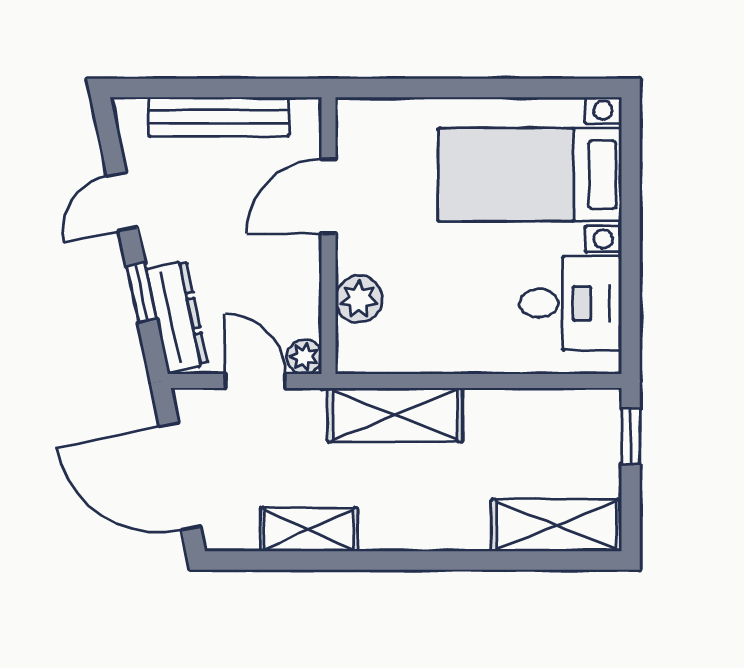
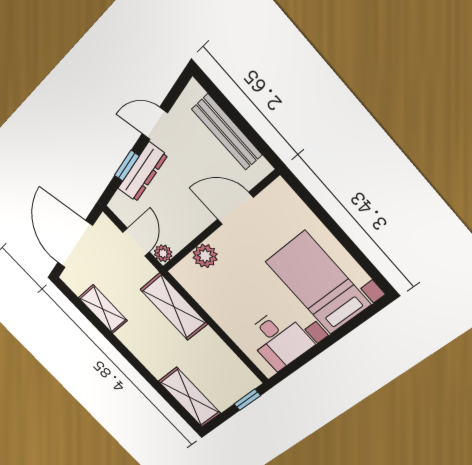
dresser: (177, 317) -> (143, 172), moved

